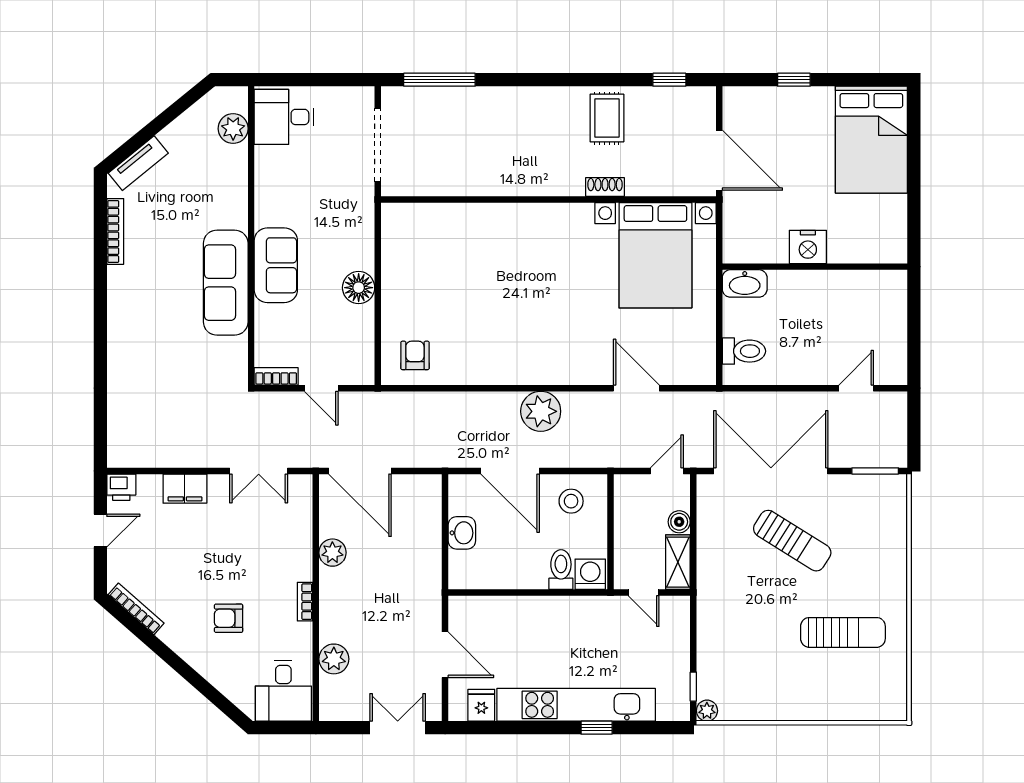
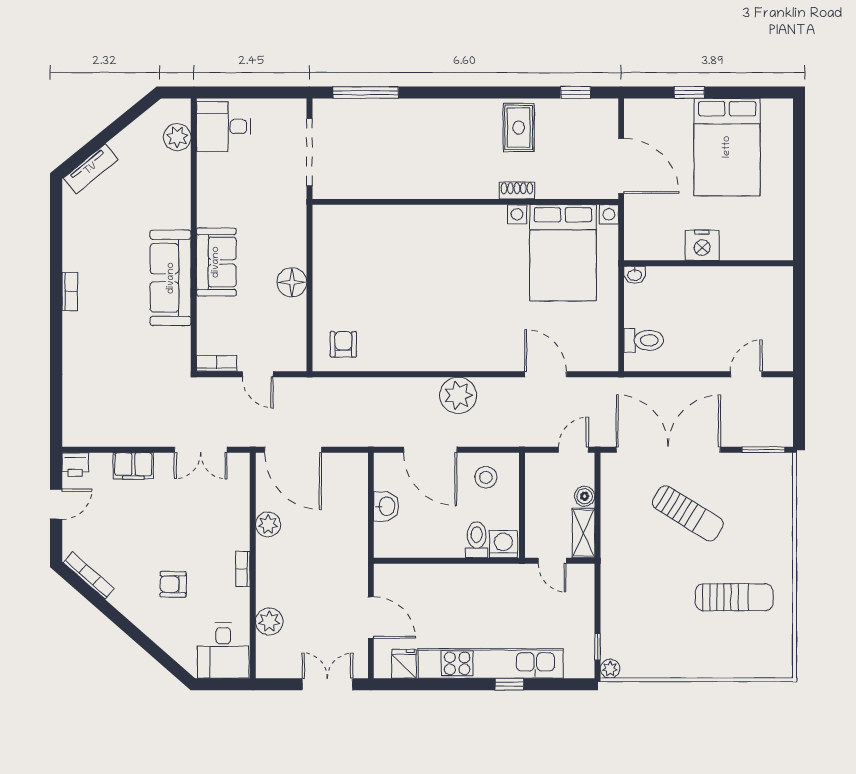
bed: (871, 140) -> (727, 147), moved
bookcase: (115, 231) -> (70, 291), moved, width x0.64
washbasin: (745, 283) -> (635, 275), width x0.52, depth x0.69

